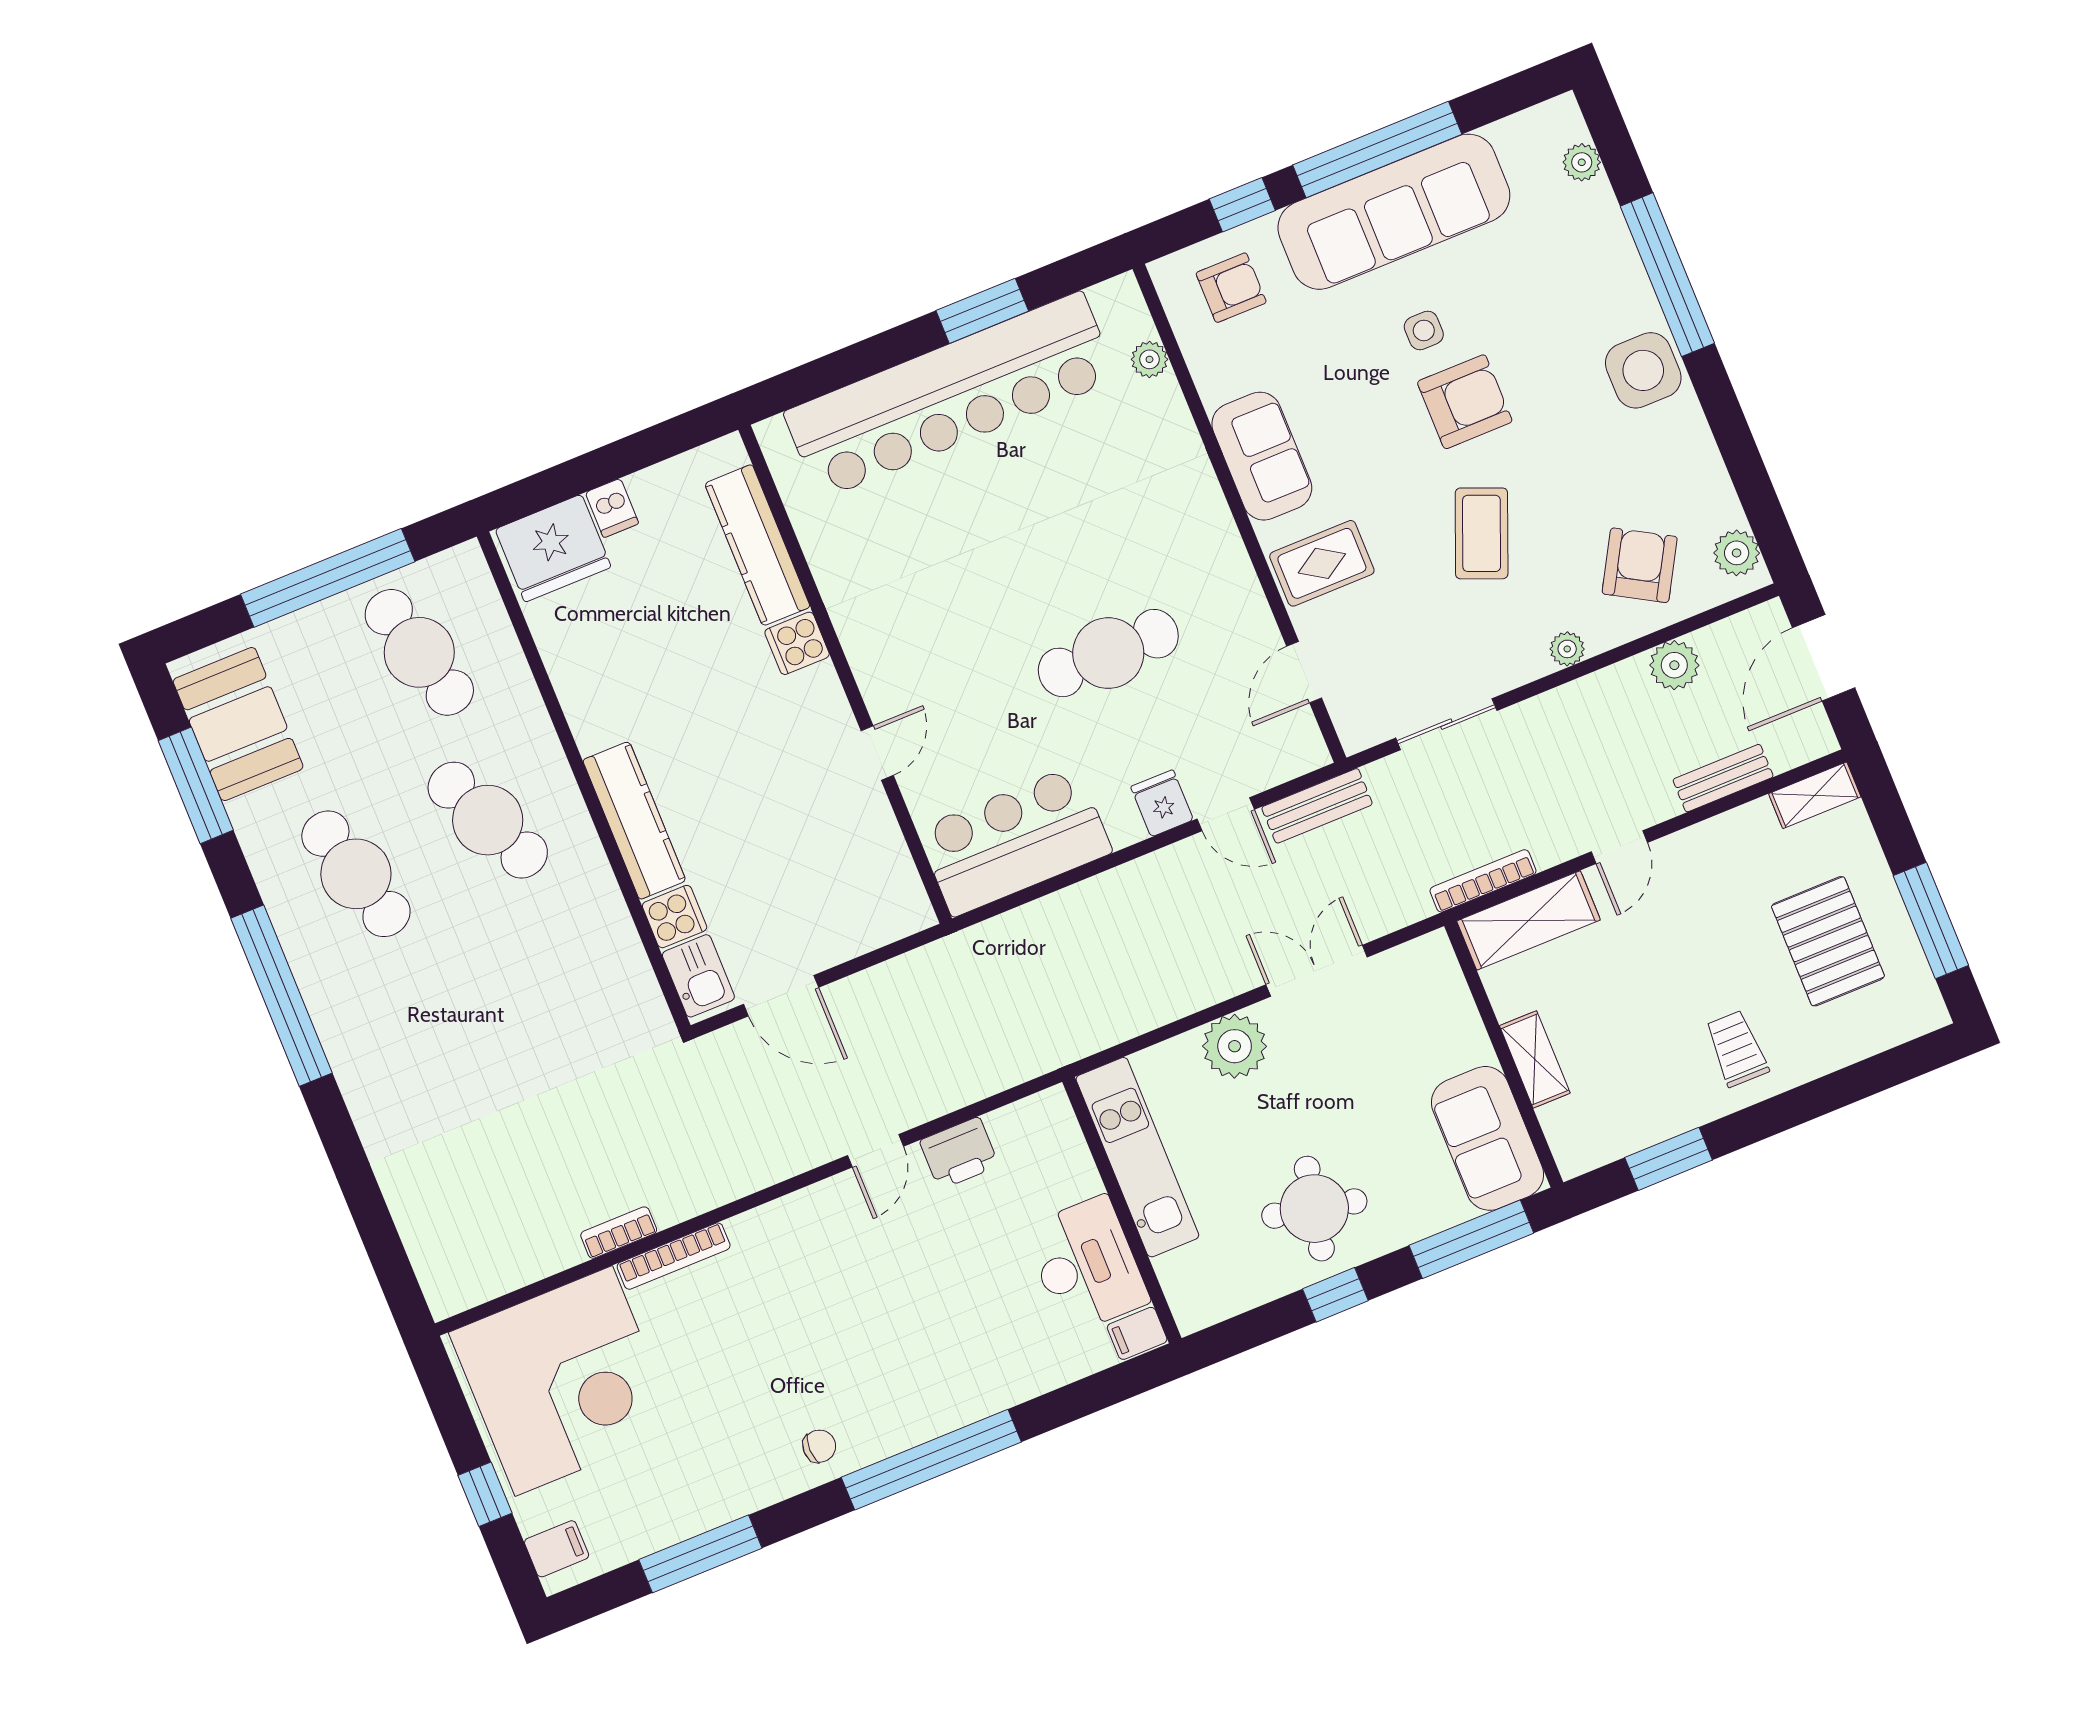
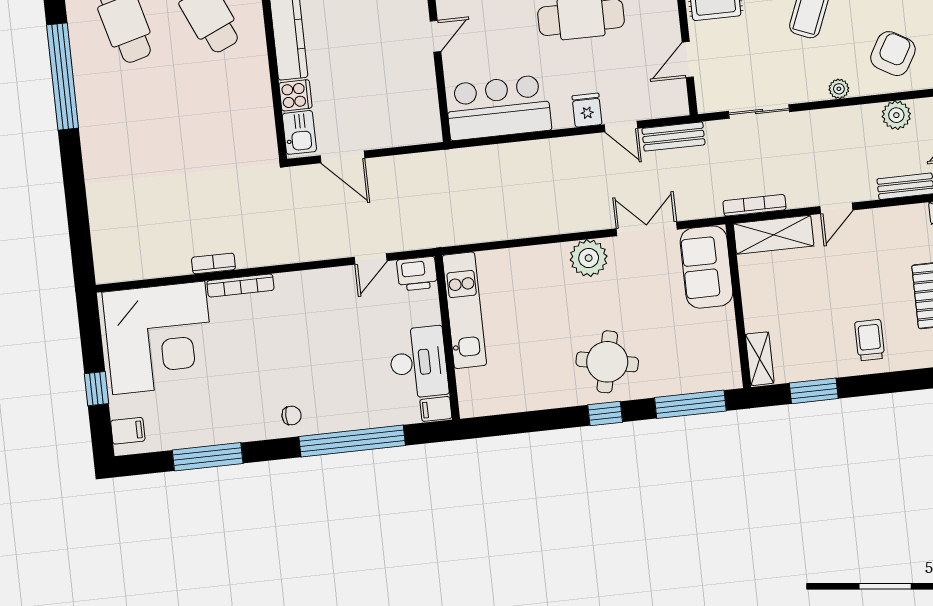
shelving: (1535, 1059) -> (760, 359), moved
sofa: (1488, 1138) -> (707, 267), moved
kitchen unit: (1137, 1157) -> (464, 310), moved
wall: (1122, 1210) -> (447, 337), moved
desk: (1086, 1265) -> (418, 362), moved
filing cabinet: (1137, 1333) -> (436, 409), moved

